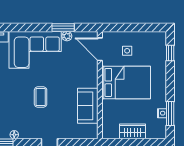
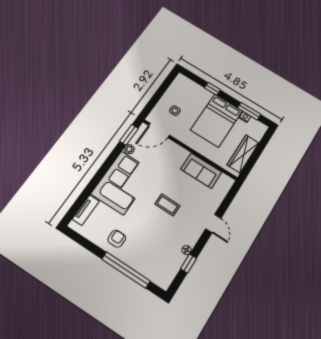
window: (63, 28) -> (129, 135), moved
window: (170, 53) -> (212, 89), moved
bed: (126, 82) -> (217, 120), moved, turned 180
wardrobe: (133, 131) -> (243, 154), width x1.50

